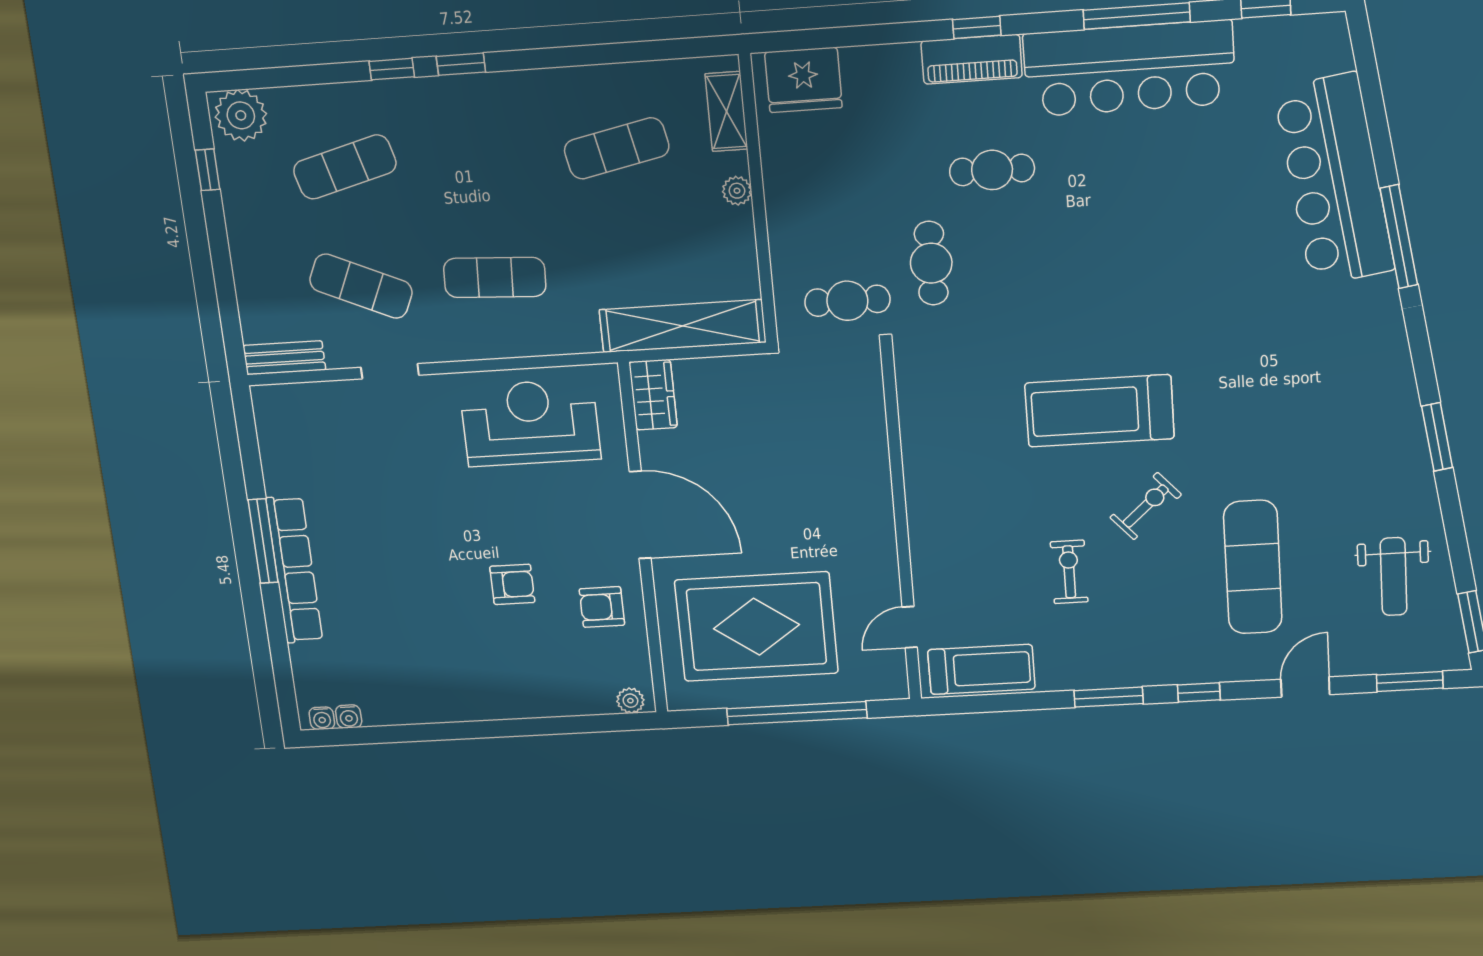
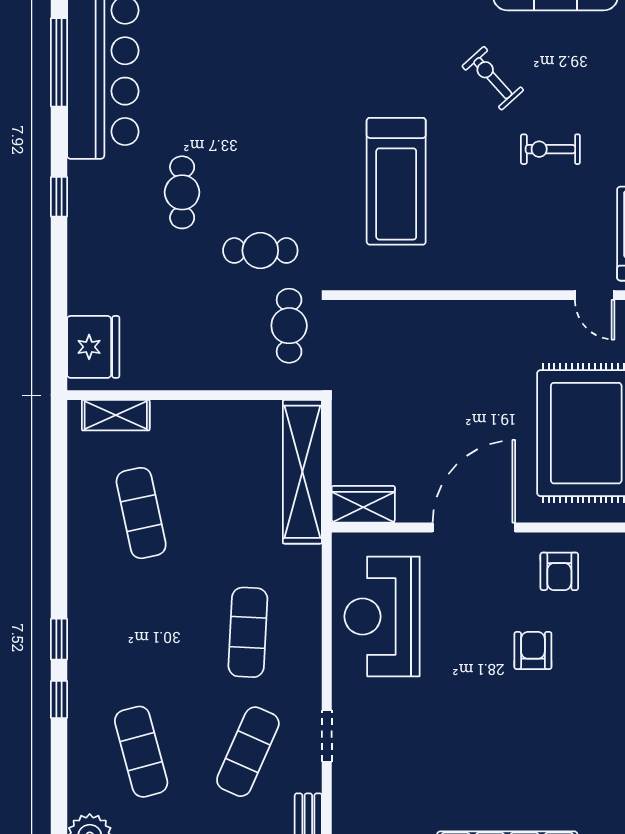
piano: (972, 59) -> (86, 203), removed
plant: (737, 191) -> (185, 413), removed
treadmill: (1099, 411) -> (396, 181), moved

